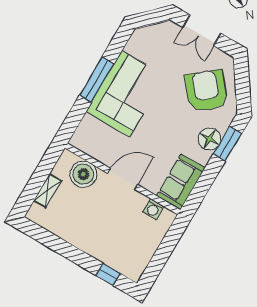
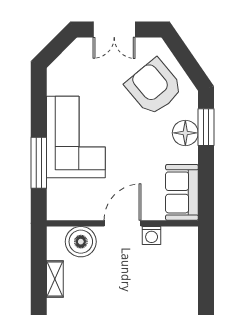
window: (97, 80) -> (39, 163), moved
washing machine: (153, 209) -> (152, 235), moved

